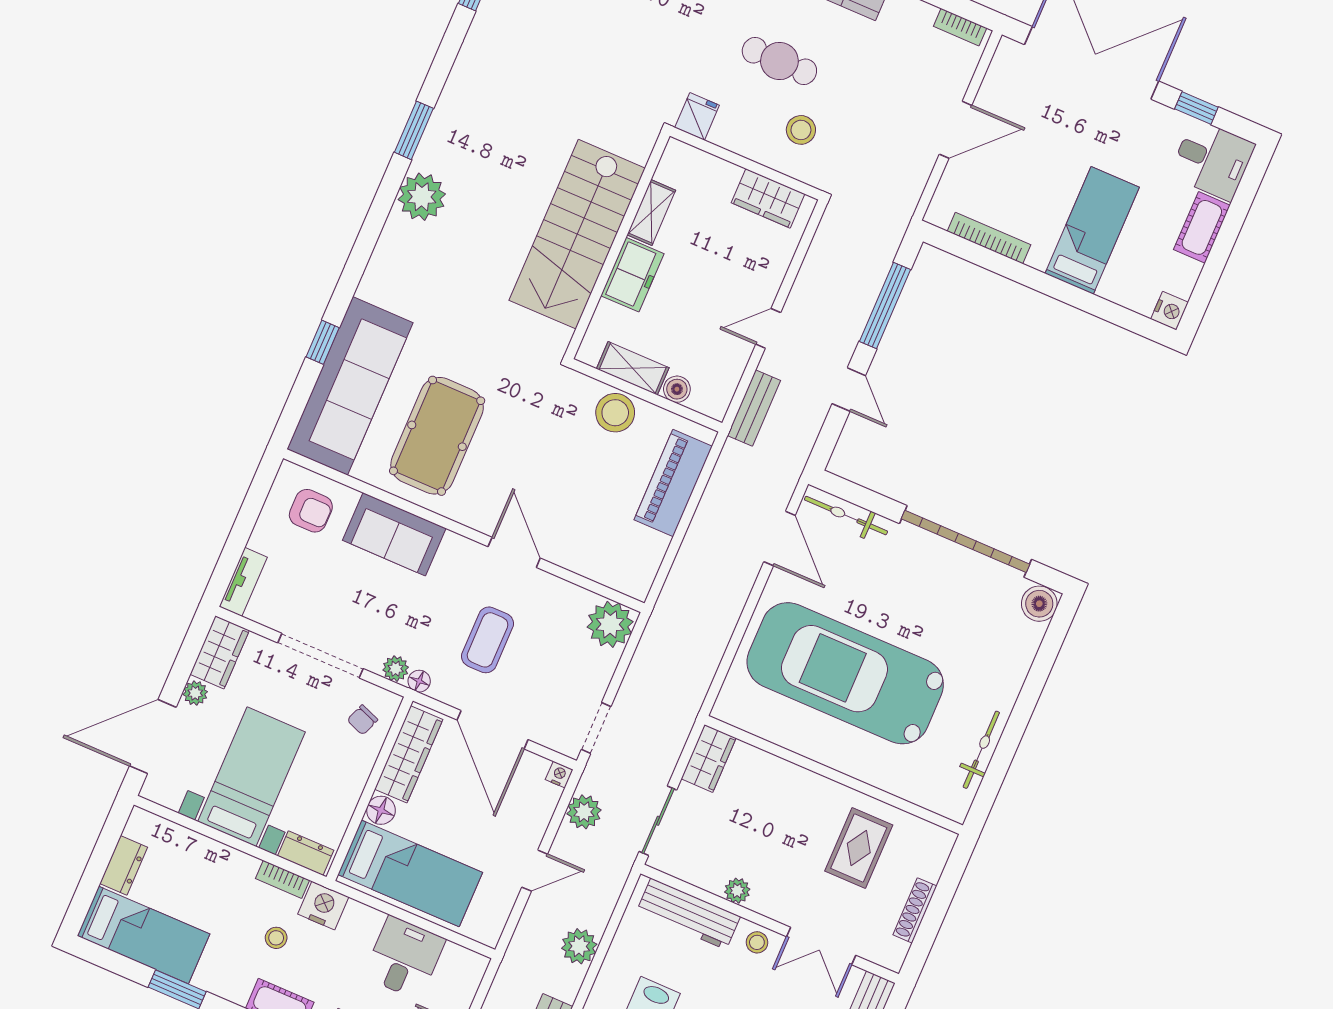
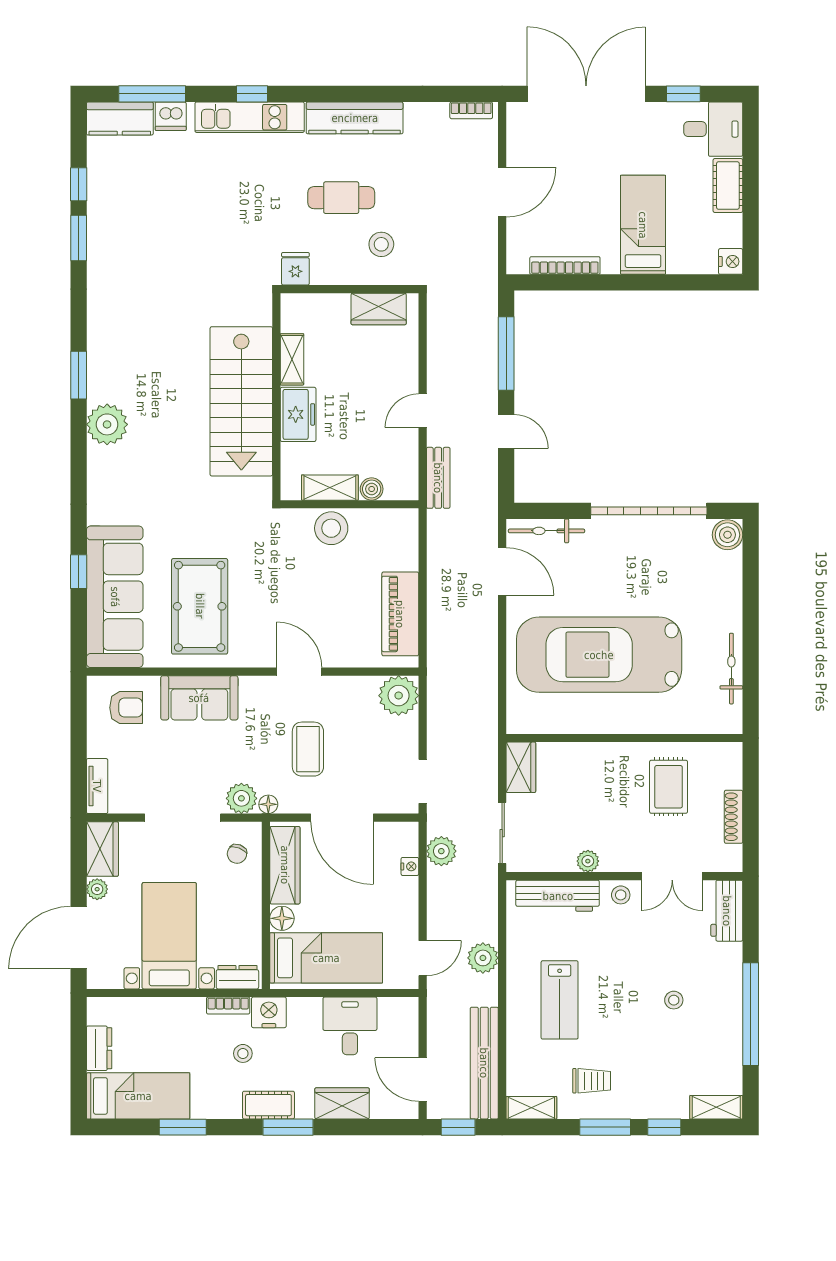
piano: (673, 483) -> (400, 614), moved
plant: (396, 669) -> (241, 798), width x1.38, depth x1.38
nightstand: (559, 775) -> (410, 866), moved, turned 90
door: (535, 871) -> (423, 958), moved

